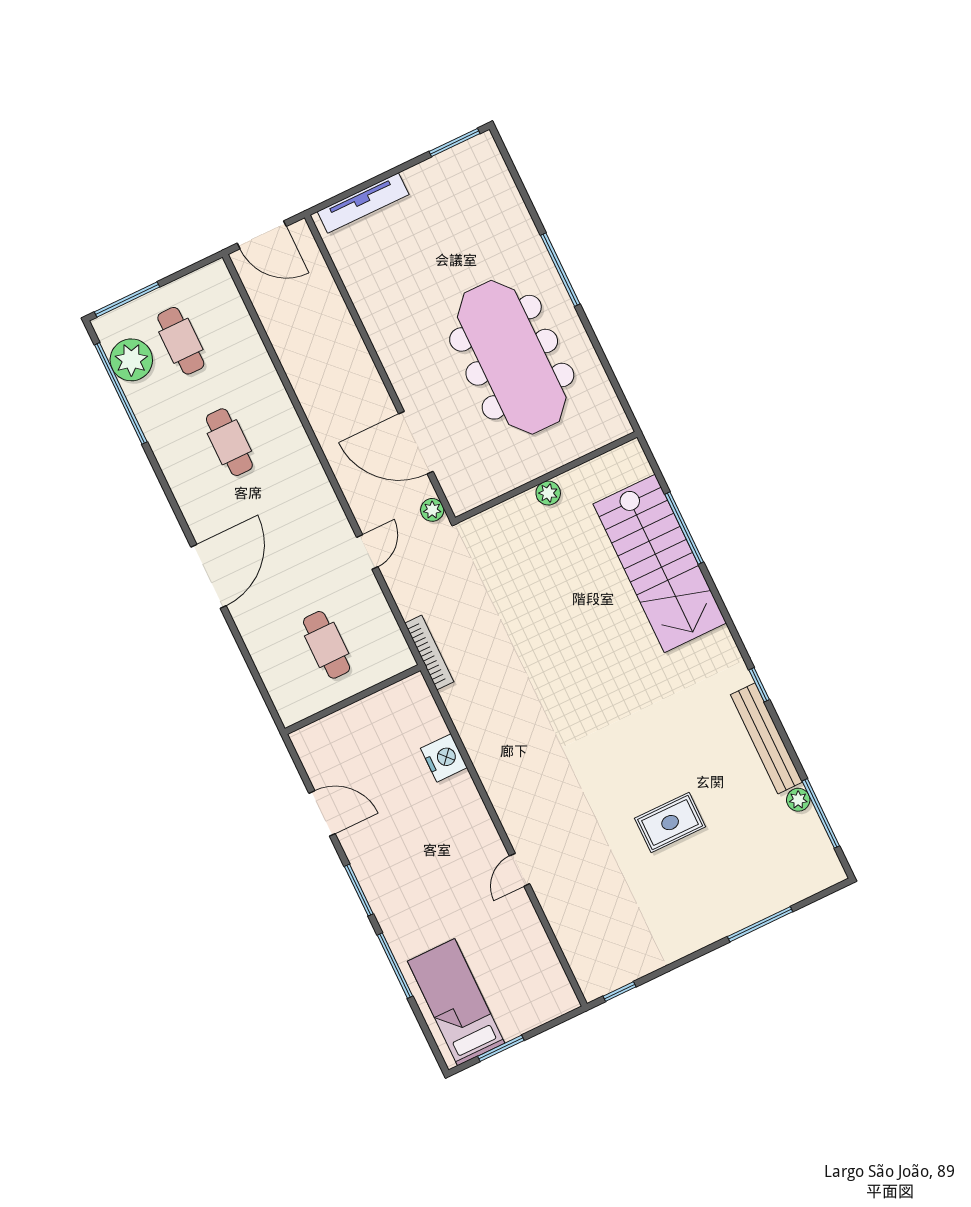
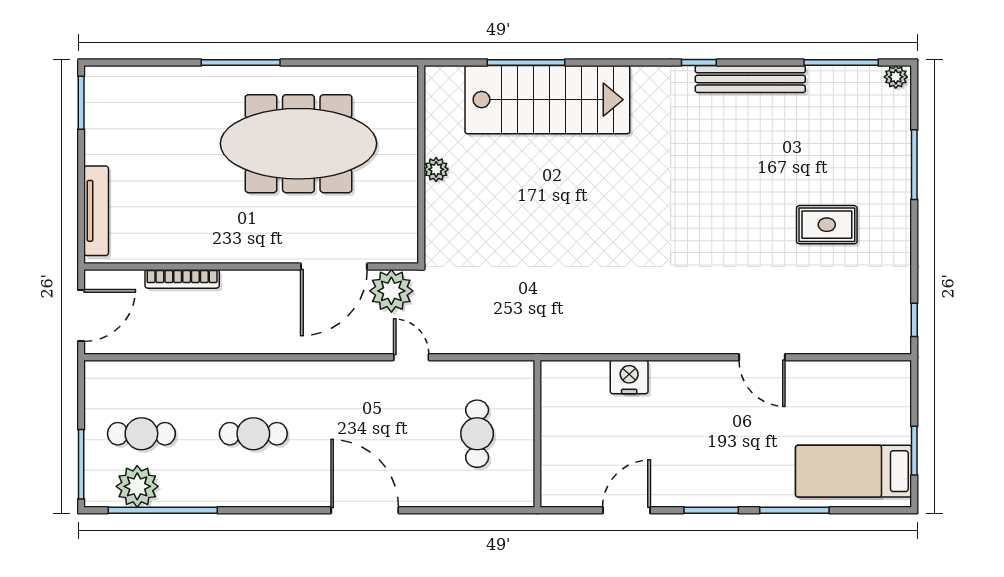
plant: (432, 510) -> (391, 291), width x1.87, depth x1.87
cafe table: (327, 645) -> (477, 434), turned 90
bookcase: (429, 653) -> (182, 279), moved, turned 180
plant: (798, 800) -> (896, 77), moved
rug: (670, 823) -> (827, 225), moved, turned 90
door: (520, 870) -> (762, 357), width x1.38

